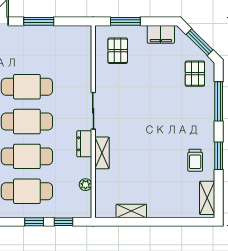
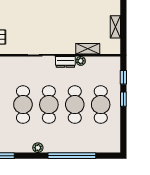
shelving: (102, 153) -> (88, 49), moved
plant: (86, 185) -> (81, 61), moved

